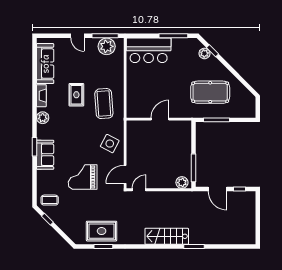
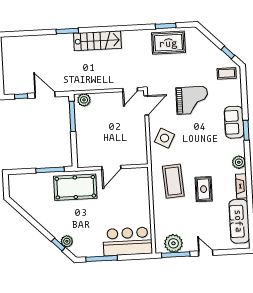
pool table: (210, 92) -> (75, 187), moved

